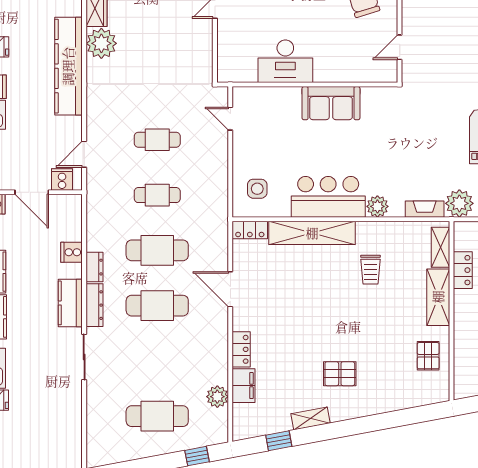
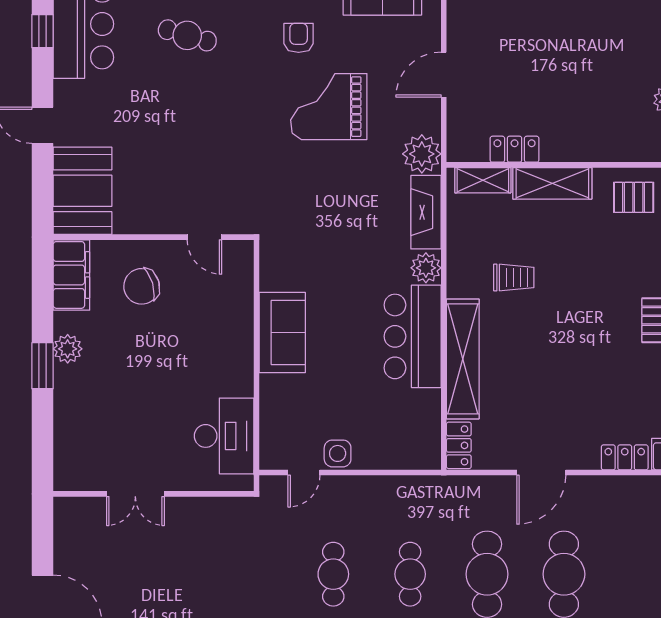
desk: (285, 61) -> (224, 436), moved
side table: (257, 189) -> (338, 453), moved
fireplace: (425, 209) -> (426, 212), width x1.37, depth x1.32

